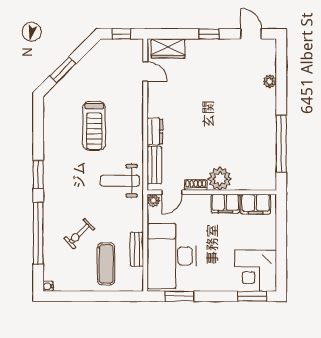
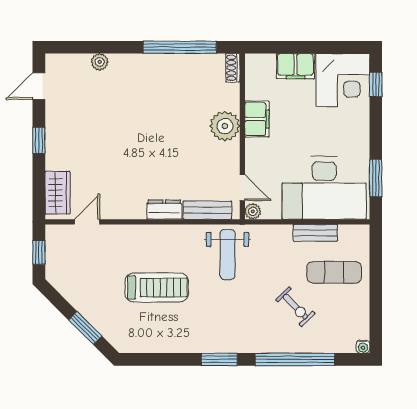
shoe rack: (196, 185) -> (233, 68), moved
filing cabinet: (256, 204) -> (295, 66), moved, turned 90
window: (252, 296) -> (376, 84), width x0.67

